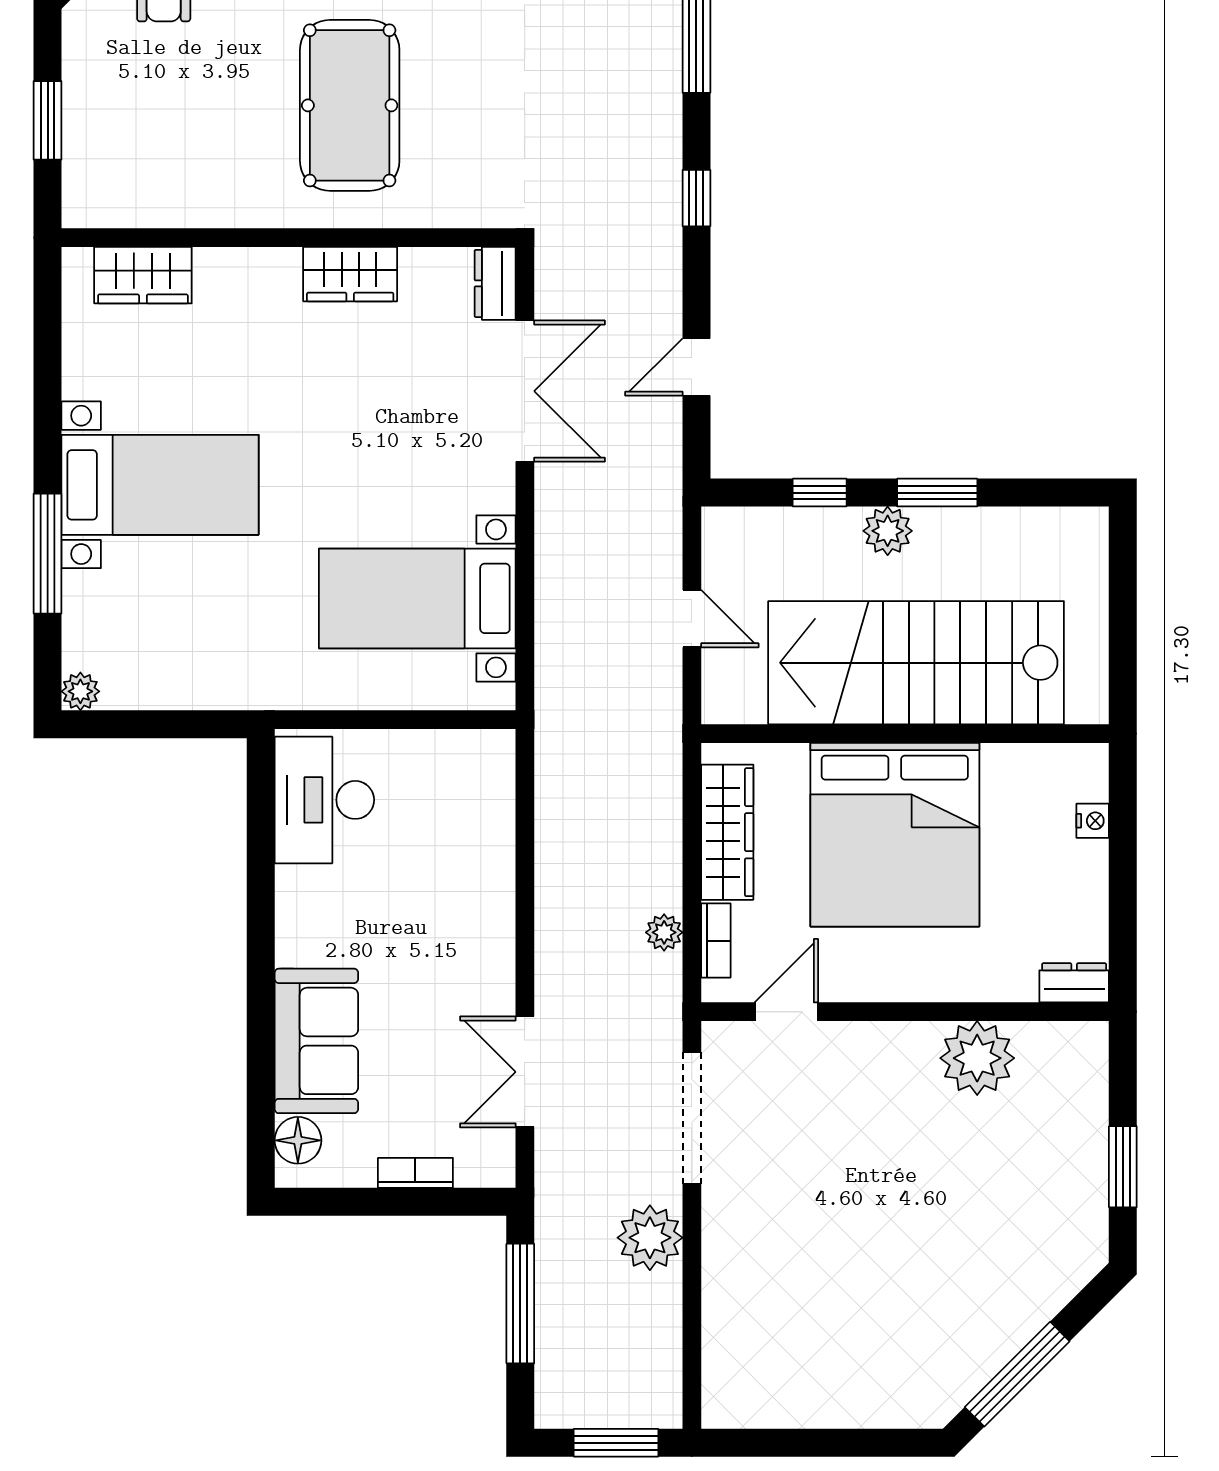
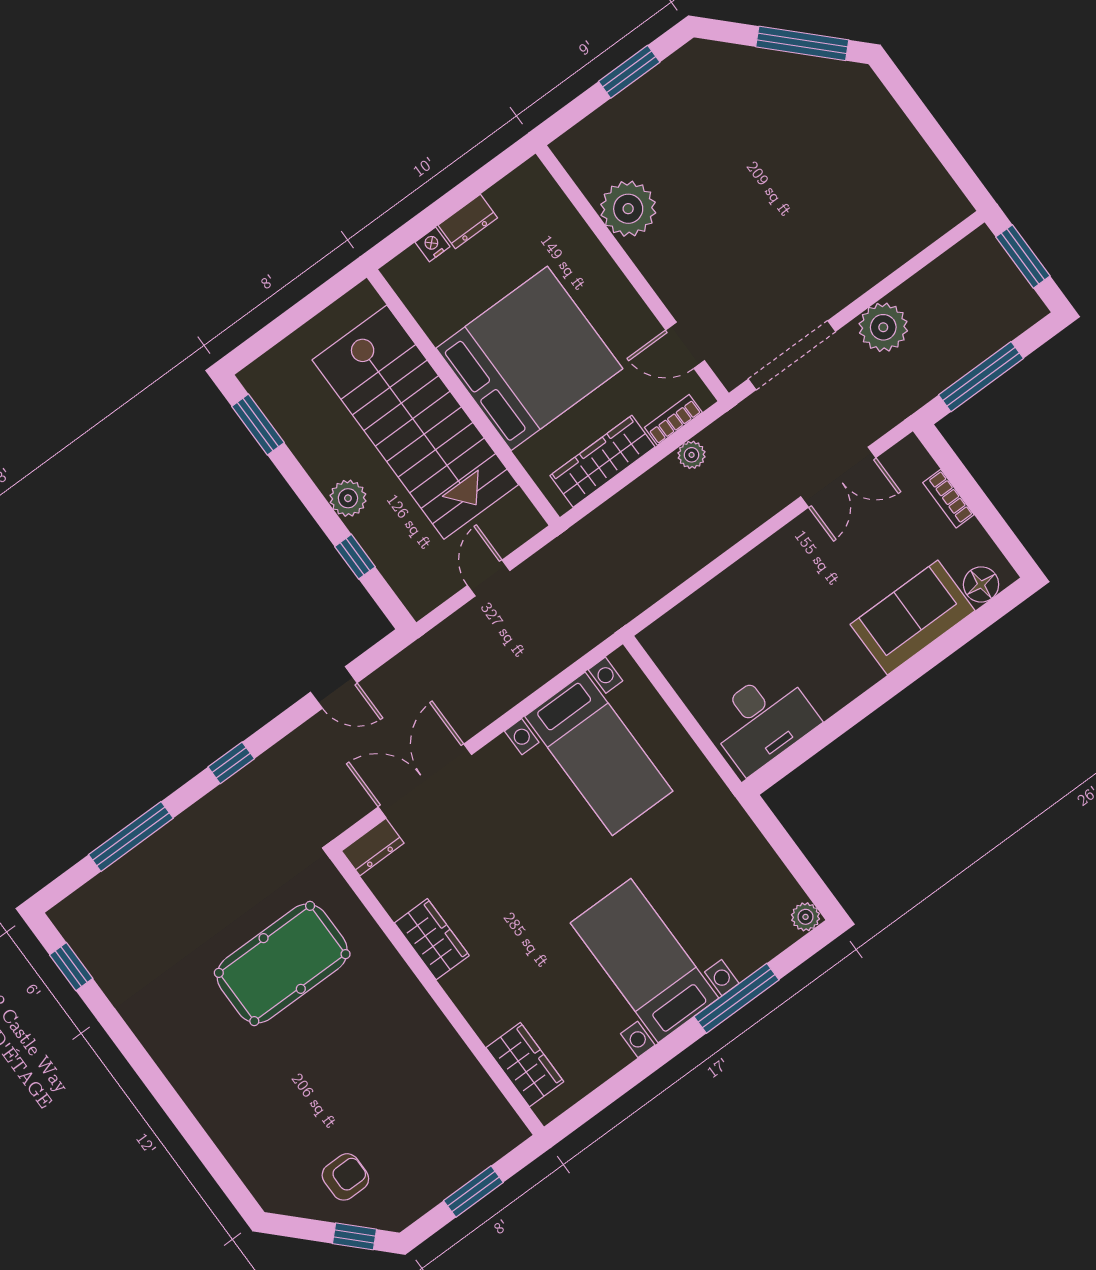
pool table: (350, 105) -> (282, 963), moved
window: (937, 493) -> (258, 425), moved
dresser: (1074, 983) -> (468, 222), moved, turned -90

